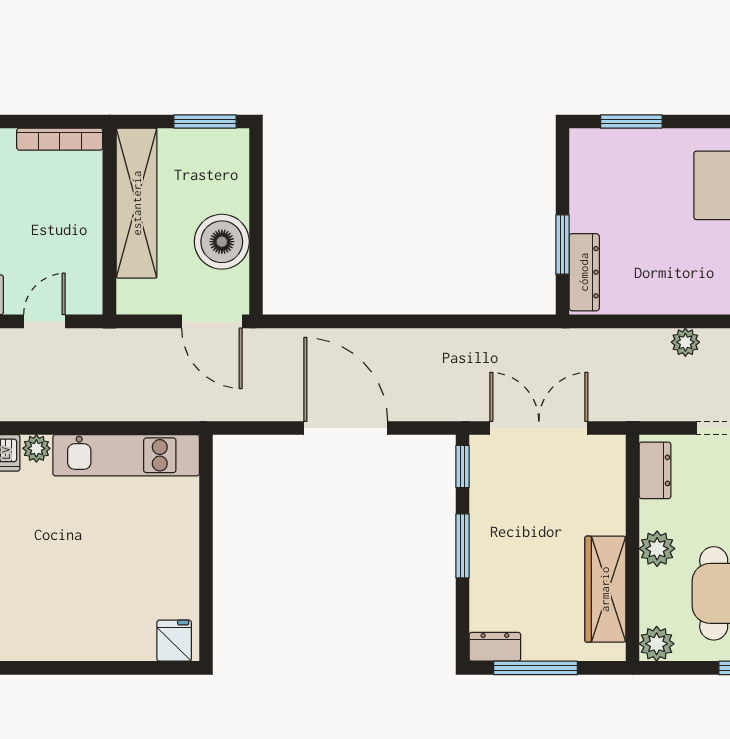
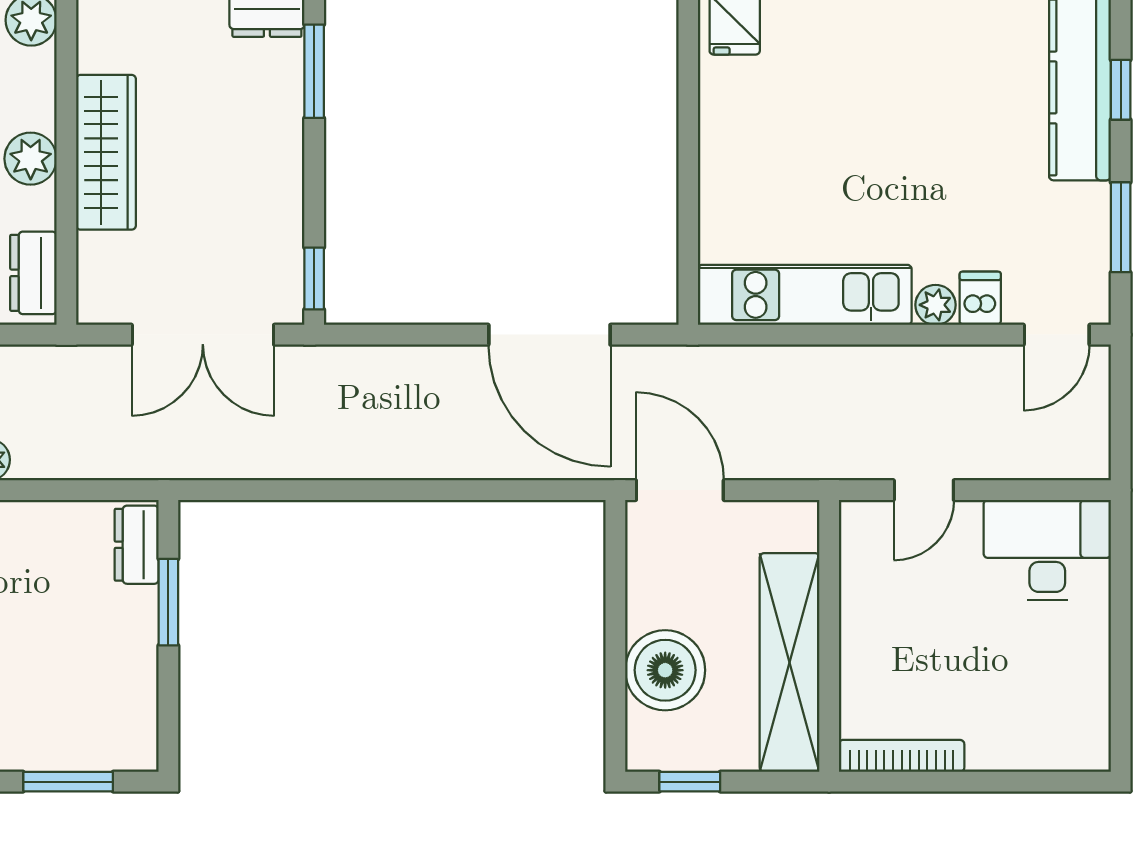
window: (205, 121) -> (690, 782), width x0.67
boiler: (222, 242) -> (665, 670), moved
dresser: (584, 272) -> (137, 545), width x0.70
door: (346, 428) -> (549, 335), moved
window: (463, 546) -> (314, 71), moved
wardrobe: (605, 589) -> (106, 152), moved

